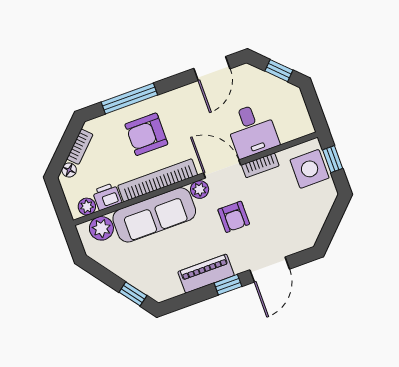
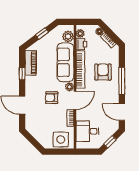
window: (129, 99) -> (122, 81), moved
desk: (252, 130) -> (87, 131), moved
window: (333, 159) -> (61, 152), removed
piano: (206, 274) -> (31, 63), moved
window: (228, 285) -> (22, 74), moved
window: (133, 294) -> (42, 34), moved

